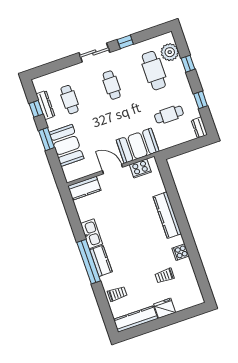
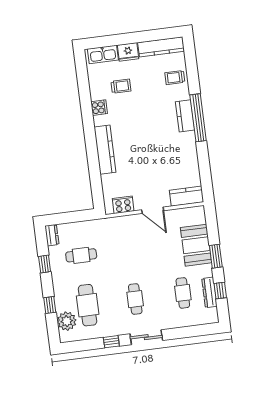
booth: (138, 146) -> (121, 229), removed
kitchen sink: (92, 234) -> (103, 54), moved, turned -90

